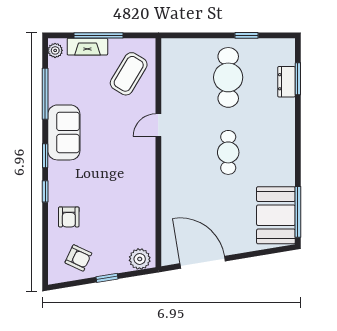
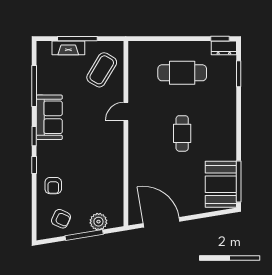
window: (246, 35) -> (220, 39), moved
plant: (55, 50) -> (42, 51), removed
cafe table: (228, 77) -> (182, 73), turned 90
dresser: (286, 82) -> (224, 48), moved, turned -90
plant: (140, 259) -> (98, 222), moved
window: (107, 278) -> (84, 235), width x2.17

